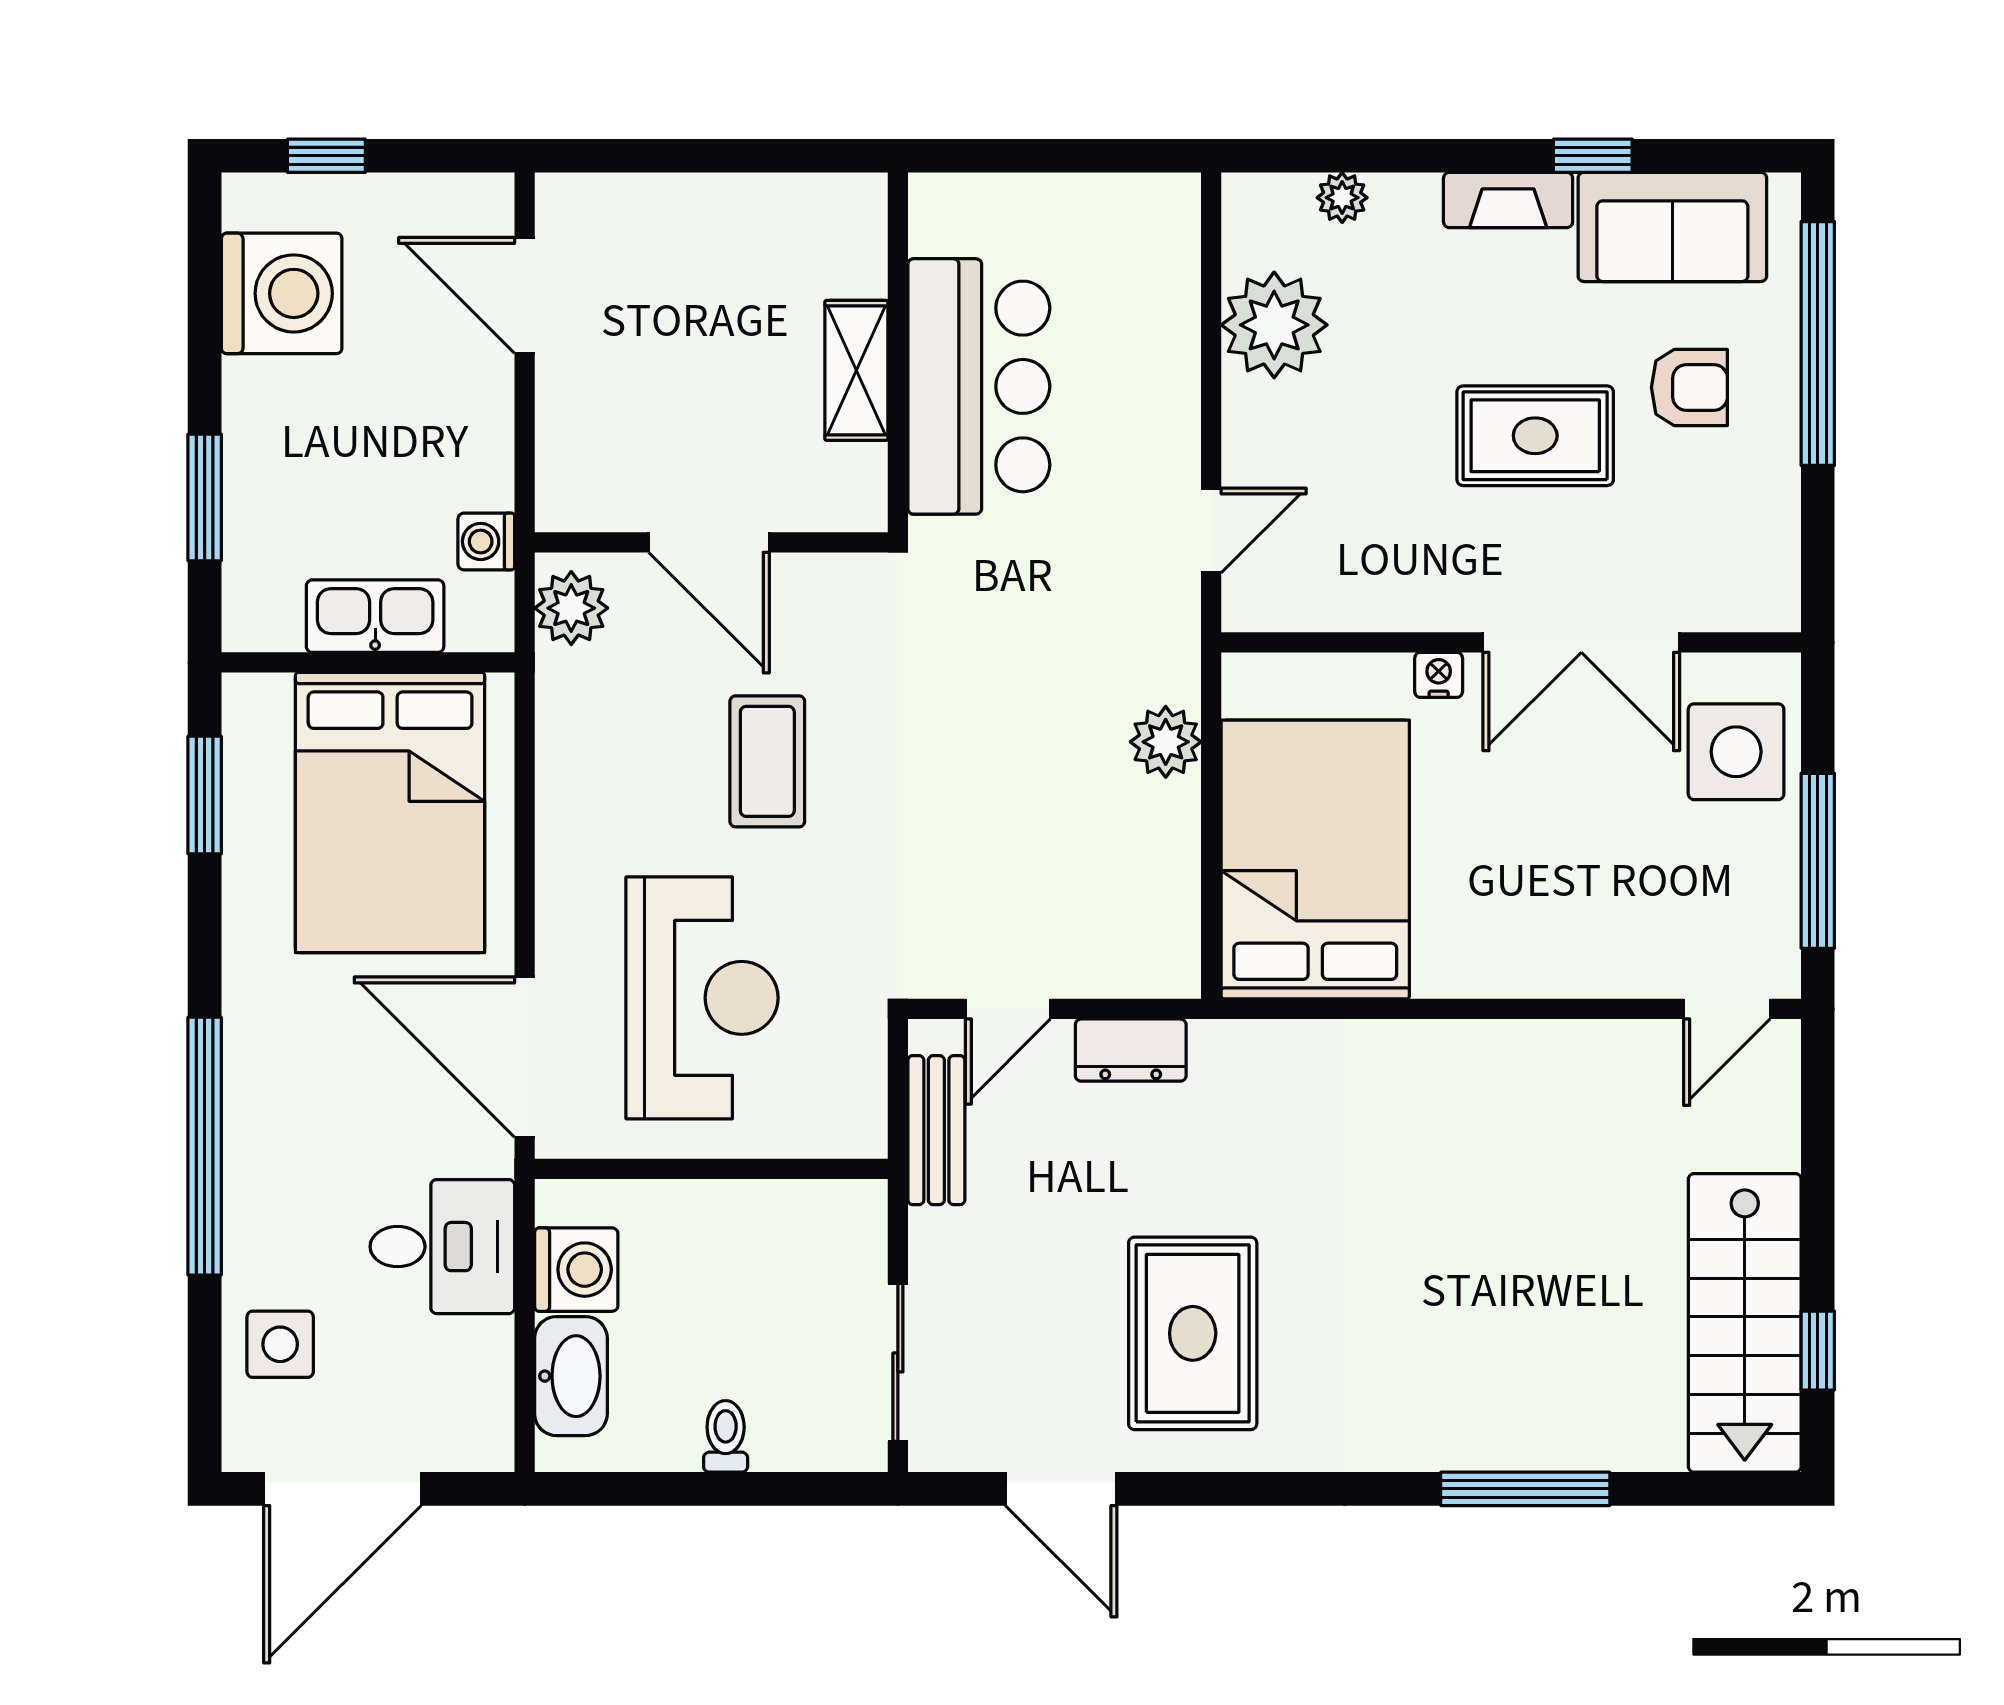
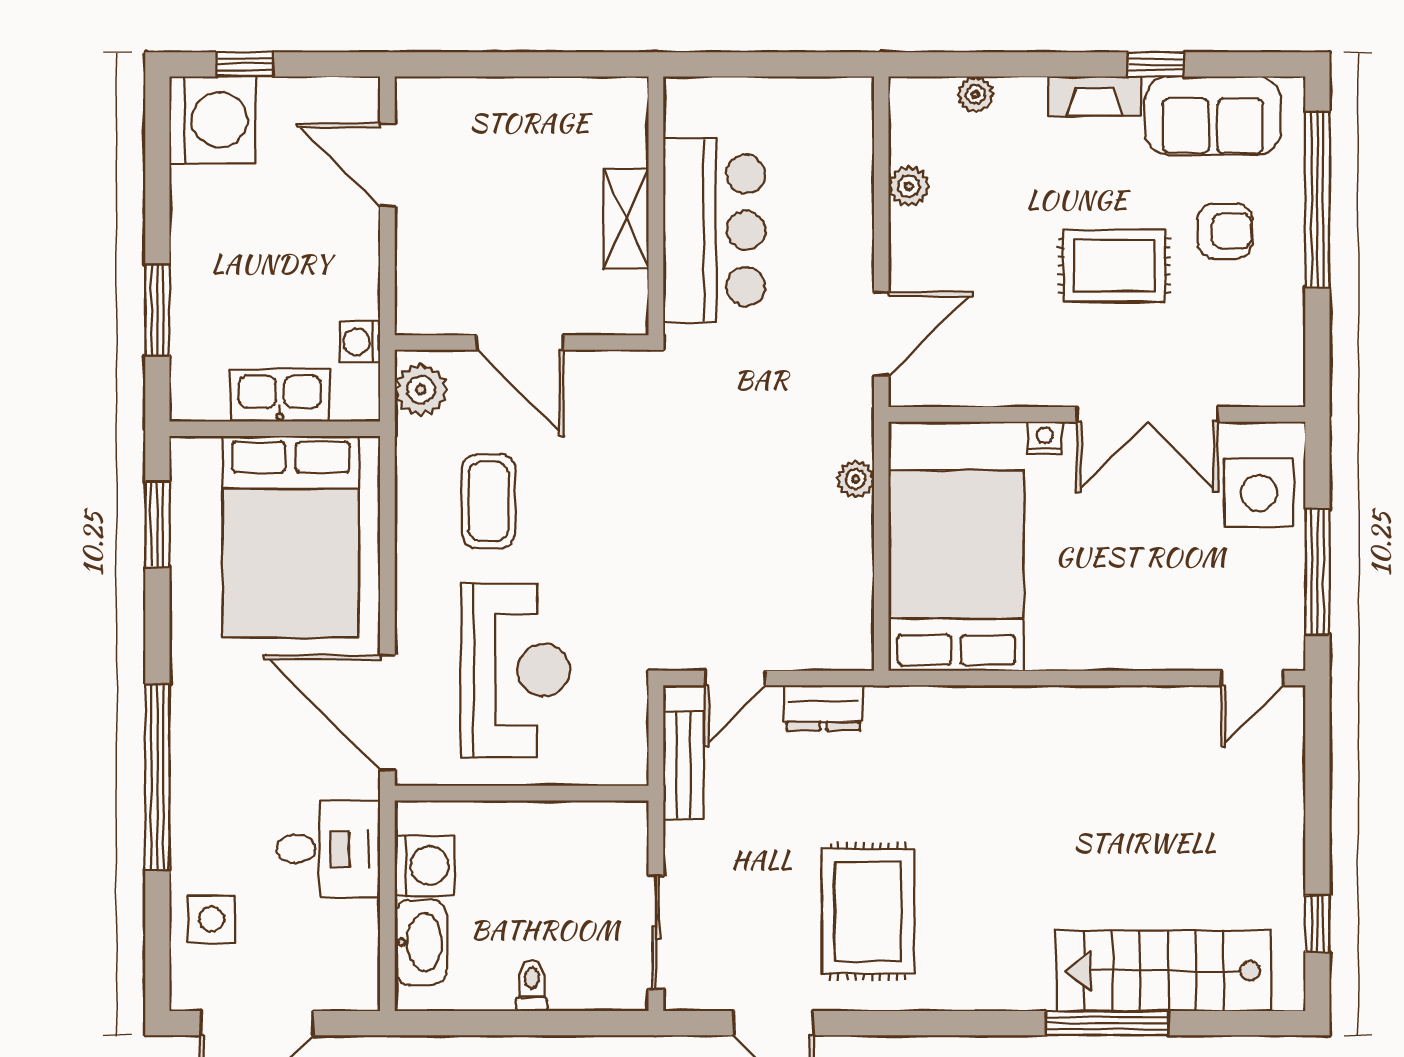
washing machine: (282, 293) -> (213, 120), moved
plant: (1274, 325) -> (909, 186), width x0.53, depth x0.53
door: (1211, 530) -> (881, 334), width x1.38
plant: (1166, 742) -> (855, 479), width x0.73, depth x0.73
coffee table: (767, 761) -> (488, 501), moved
stairs: (1745, 1323) -> (1164, 971), moved, turned 90

